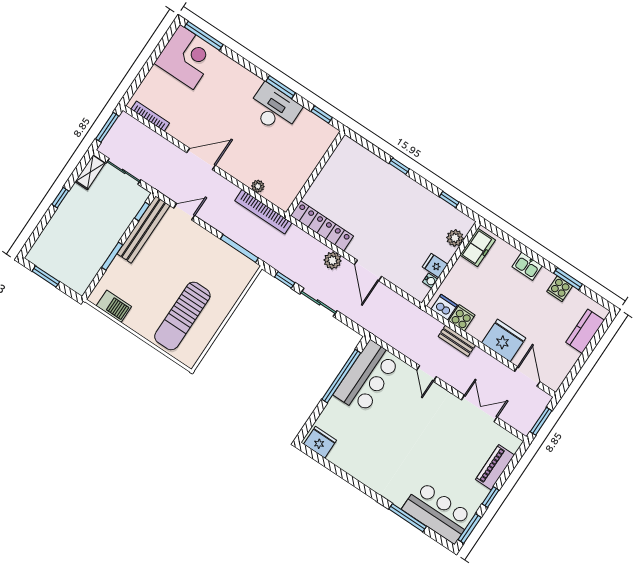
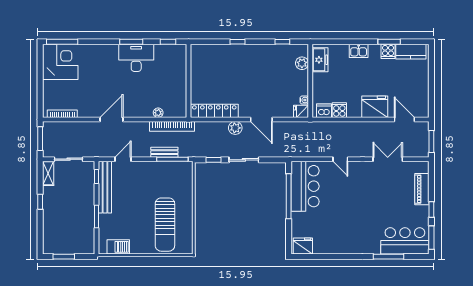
fridge: (435, 266) -> (301, 111), moved
kitchen counter: (585, 331) -> (411, 52), moved, turned -90
bench: (457, 341) -> (164, 152), moved

